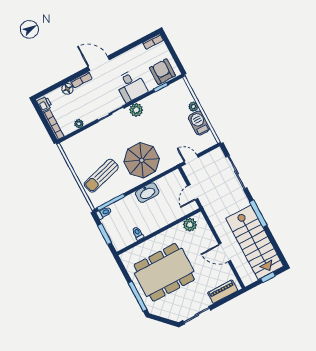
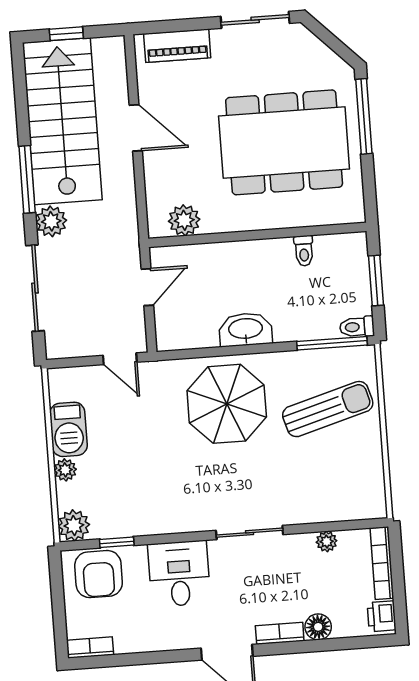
plant: (136, 110) -> (74, 525), moved
plant: (242, 201) -> (51, 221), added

